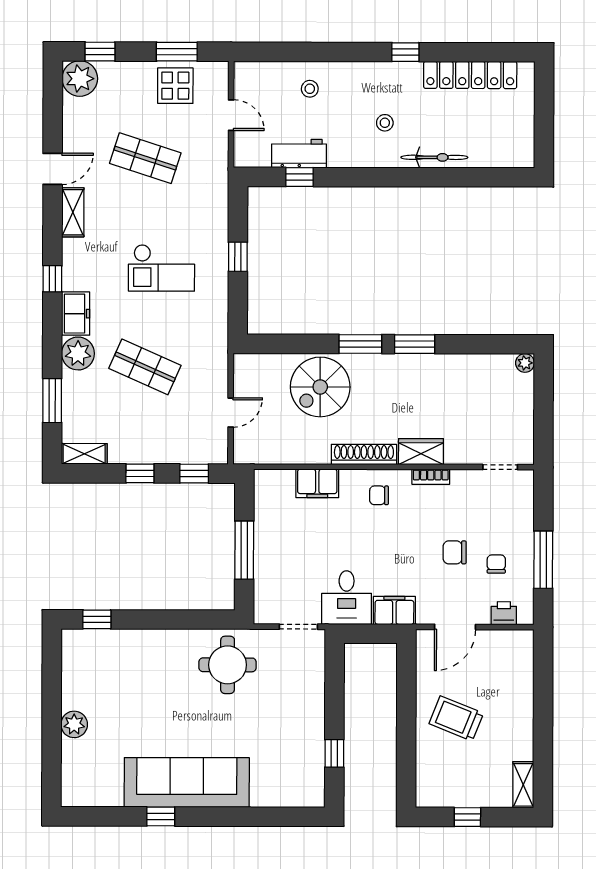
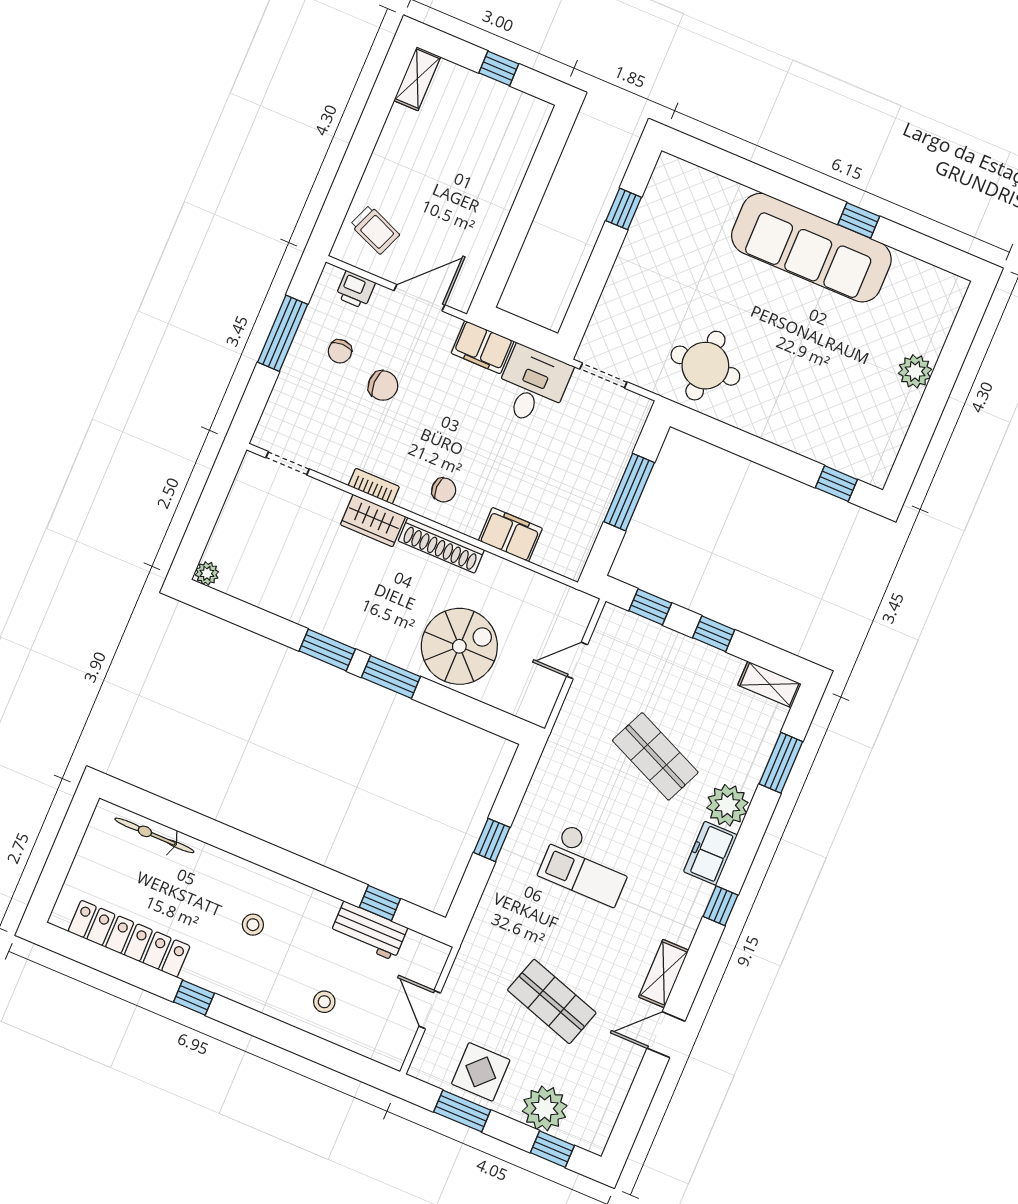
plant: (80, 79) -> (545, 1108), moved
bicycle: (434, 157) -> (154, 835), moved
checkout: (161, 268) -> (587, 865), turned 180
trolley: (456, 718) -> (375, 230), moved, width x0.73, depth x0.72

